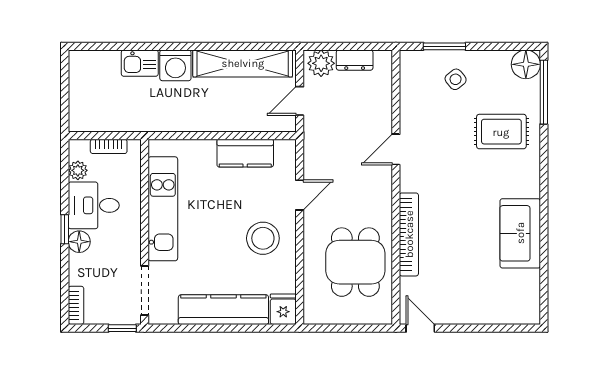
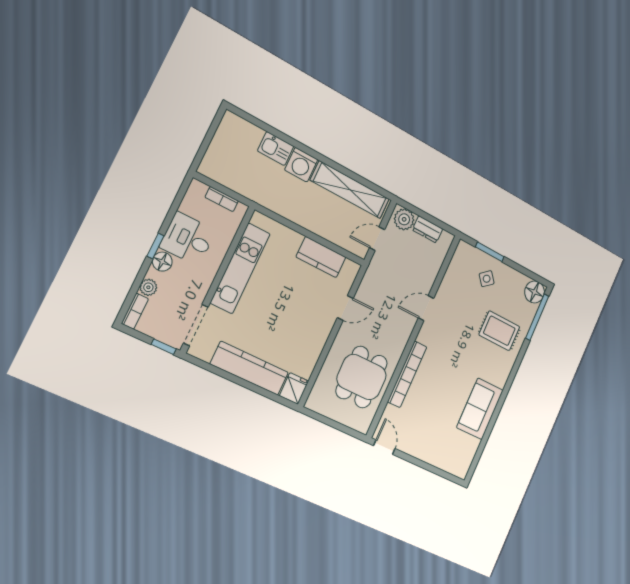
plant: (78, 170) -> (148, 287), moved
stool: (263, 238) -> (304, 327), removed

